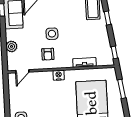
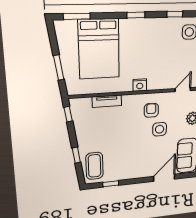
side table: (52, 34) -> (160, 129), moved

